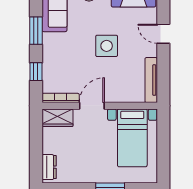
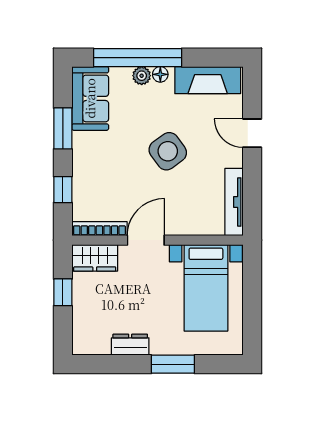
side table: (107, 46) -> (168, 151), turned -36
window: (36, 141) -> (63, 292), added
dresser: (49, 167) -> (130, 345), moved, turned -90

